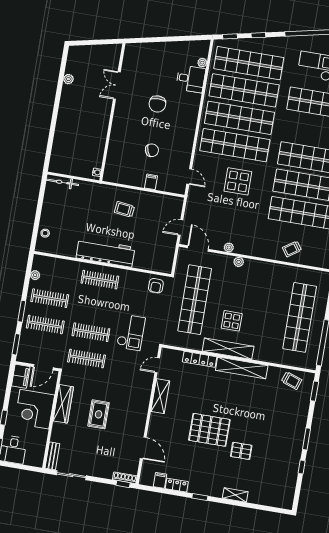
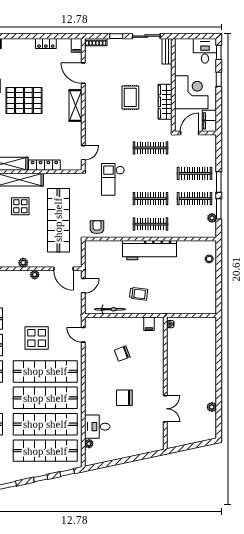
chair: (157, 104) -> (124, 398), turned -90
bicycle: (62, 182) -> (110, 309), moved
filing cabinet: (151, 182) -> (149, 324), moved
clothes rail: (91, 332) -> (150, 199), moved
window: (16, 344) -> (219, 209), moved
shelving: (160, 396) -> (75, 106), moved
filing cabinet: (160, 480) -> (77, 45), moved
window: (123, 484) -> (116, 36), moved
window: (200, 497) -> (22, 36), removed

